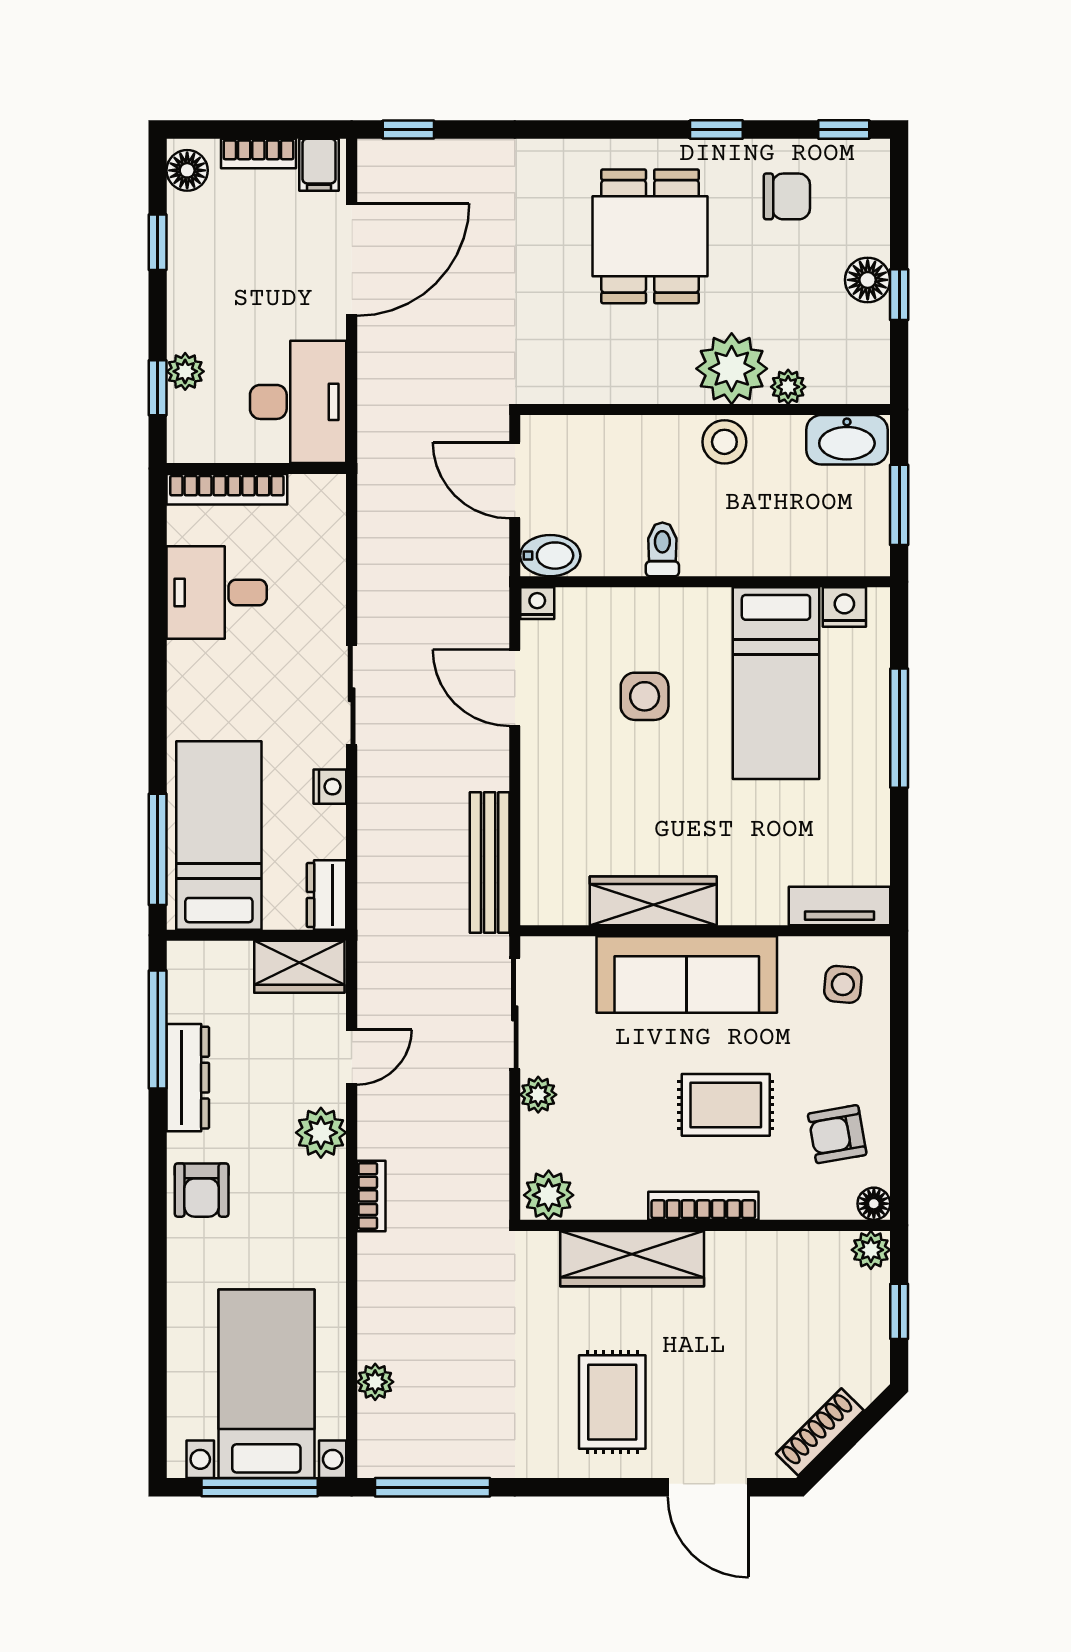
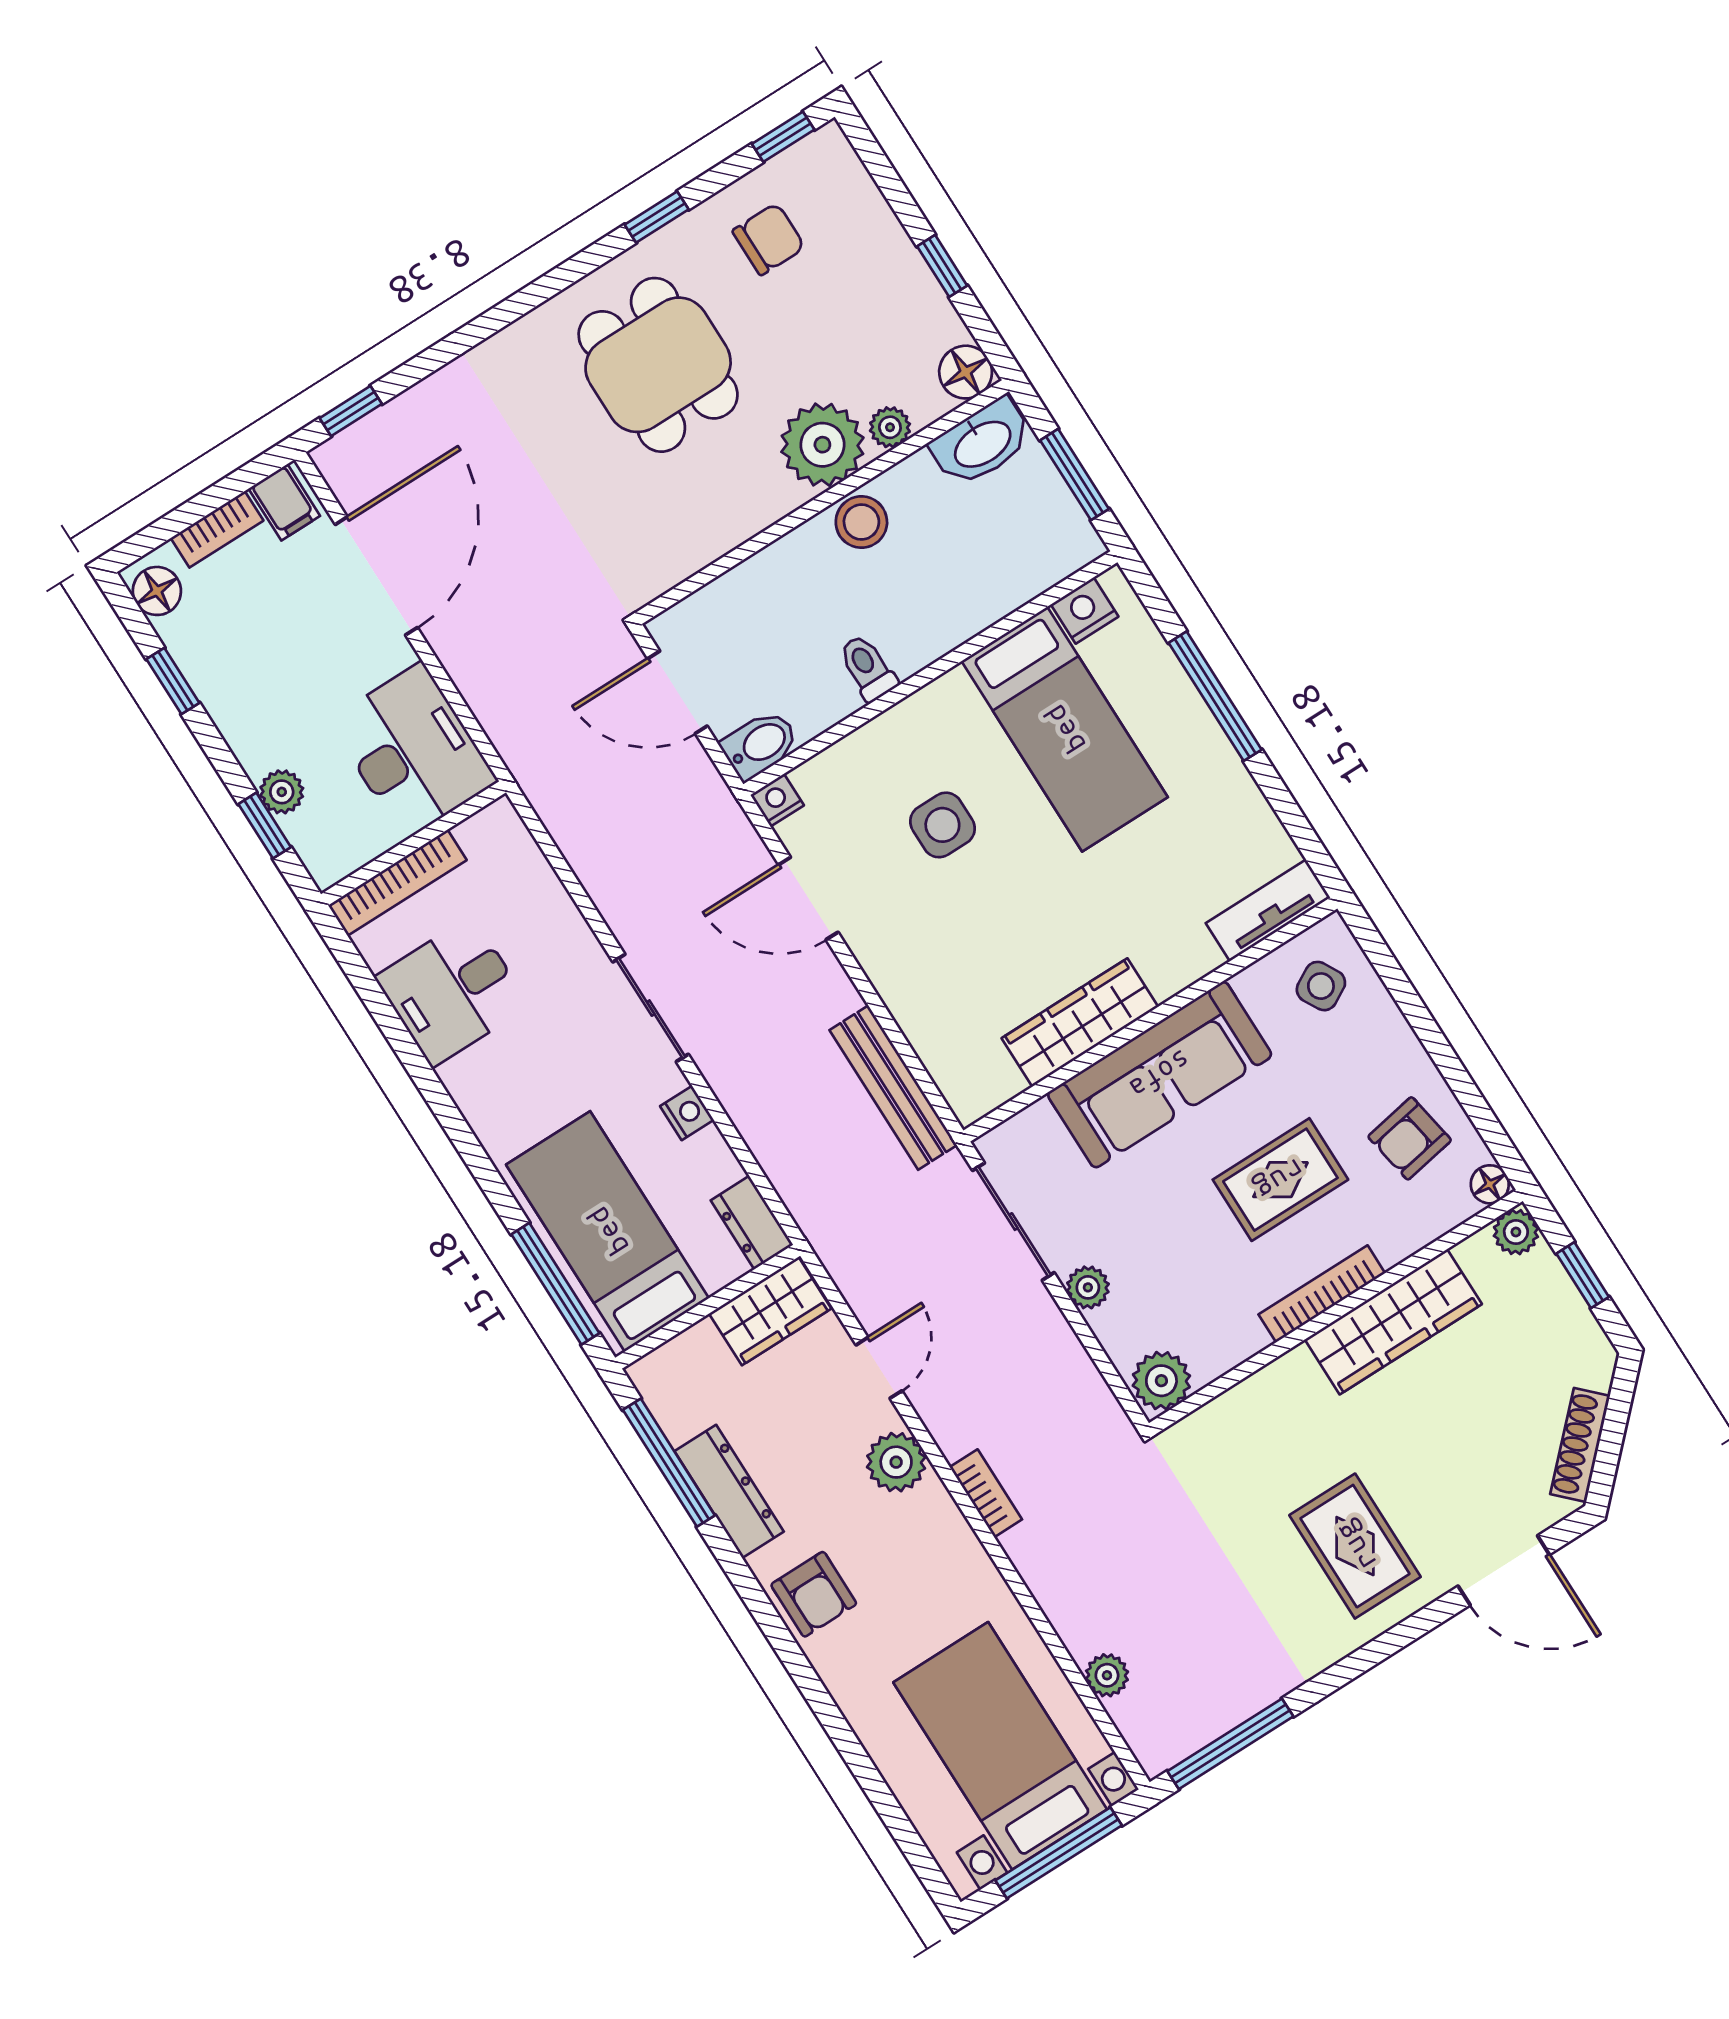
floor lamp: (868, 280) -> (966, 372), moved
side table: (843, 984) -> (1321, 986), turned -34
wardrobe: (632, 1259) -> (1393, 1322), moved

